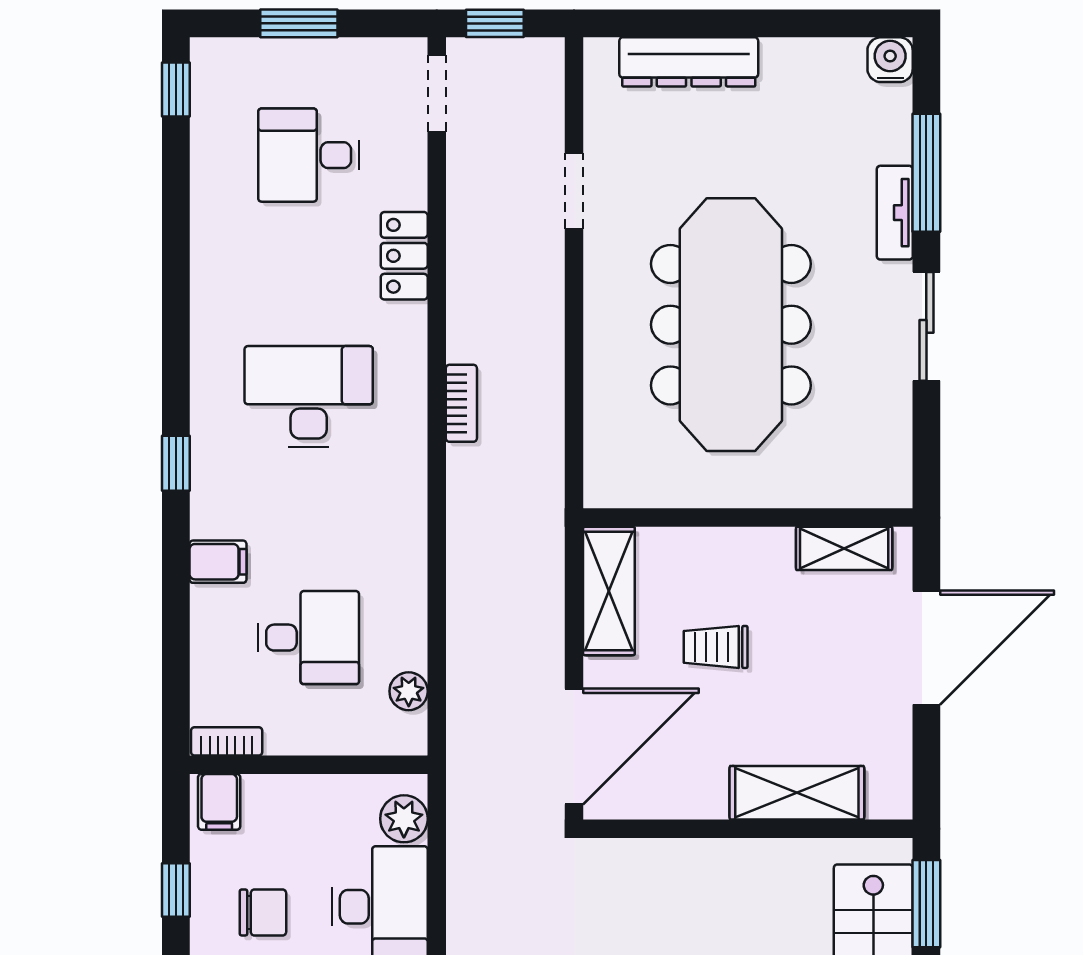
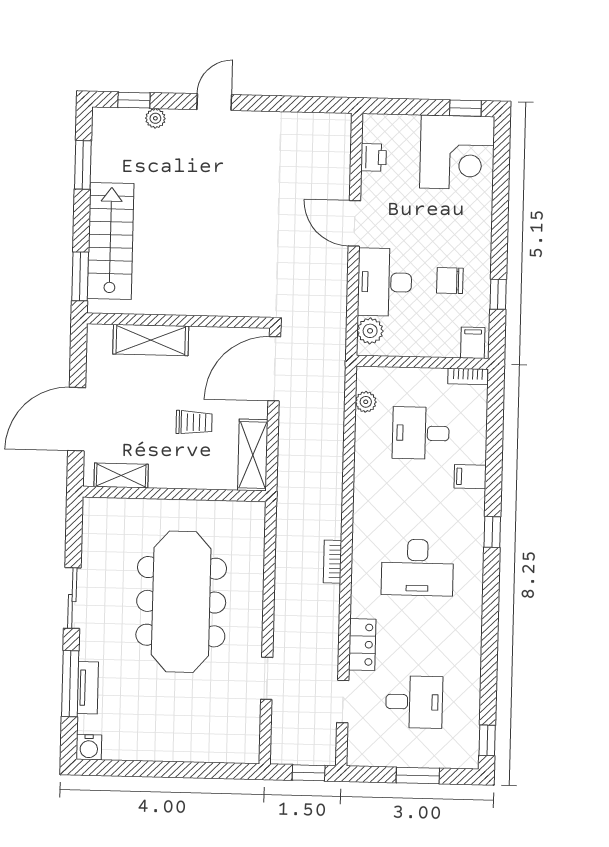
dresser: (689, 62) -> (201, 749), removed
doorway: (437, 93) -> (343, 702), moved
tv unit: (895, 213) -> (88, 688), moved

